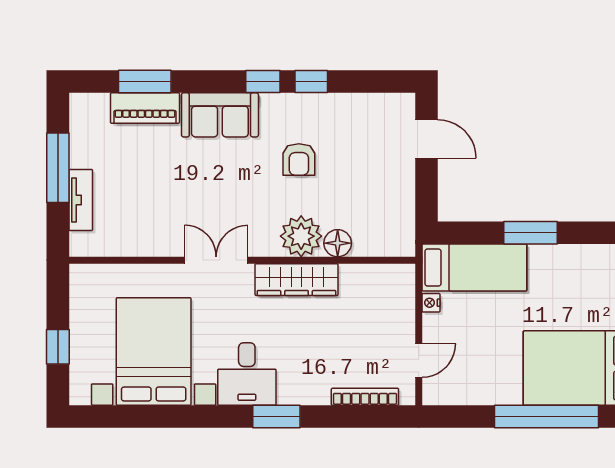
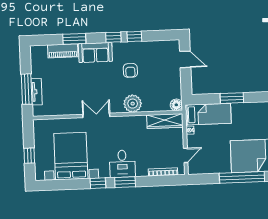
window: (145, 81) -> (74, 39), moved
window: (58, 168) -> (27, 89), moved
floor lamp: (338, 243) -> (176, 105), moved
wardrobe: (297, 280) -> (165, 121), moved
desk: (247, 374) -> (122, 164), moved
window: (214, 417) -> (98, 183), added

